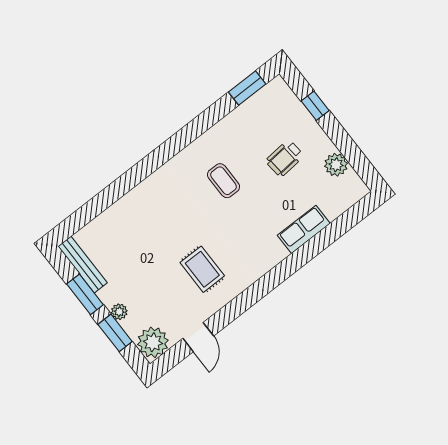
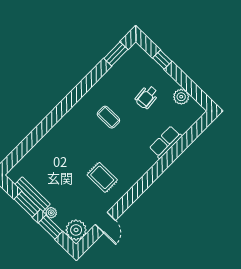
bench: (83, 265) -> (32, 194), moved

